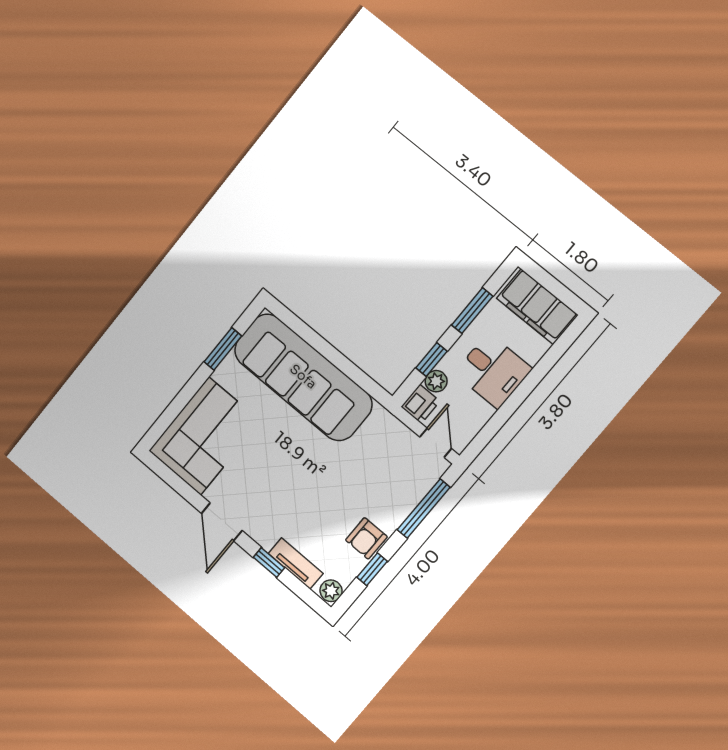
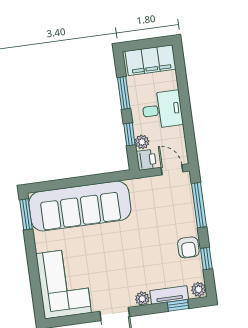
window: (223, 349) -> (26, 214), moved
plant: (265, 537) -> (142, 299), added
window: (269, 562) -> (178, 305), moved

